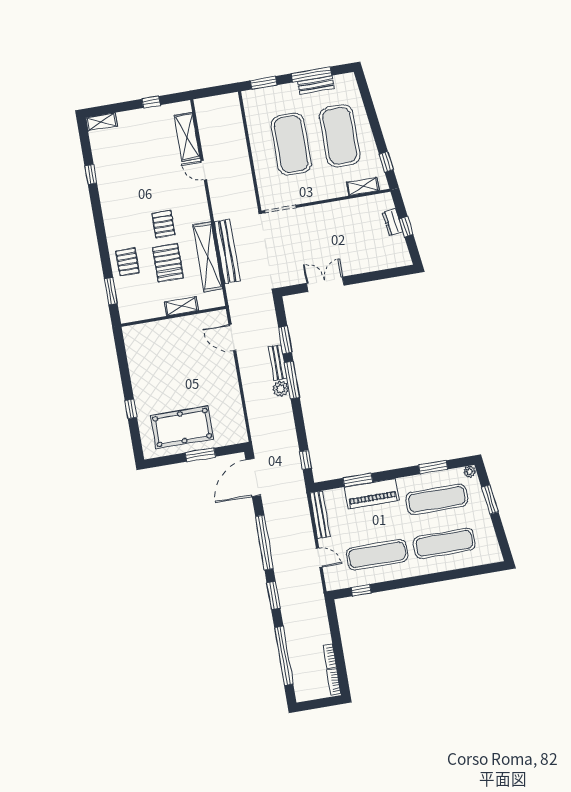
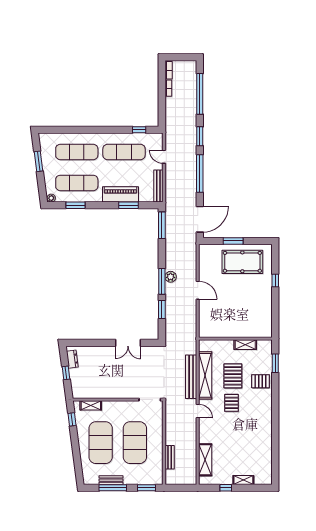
shelving: (101, 122) -> (243, 480), moved
door: (204, 170) -> (198, 411), moved
window: (91, 174) -> (275, 445), removed
dresser: (393, 222) -> (72, 359), moved
pallet: (127, 262) -> (260, 381), turned 90
shelving: (181, 306) -> (245, 345), moved
door: (232, 338) -> (198, 290), moved
bench: (278, 362) -> (170, 457), moved
window: (306, 460) -> (162, 225), width x2.17
window: (490, 500) -> (39, 161), moved

